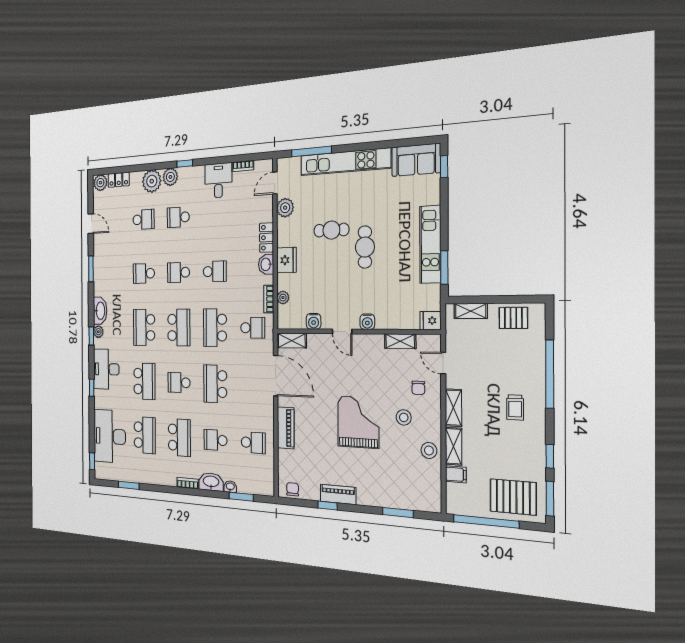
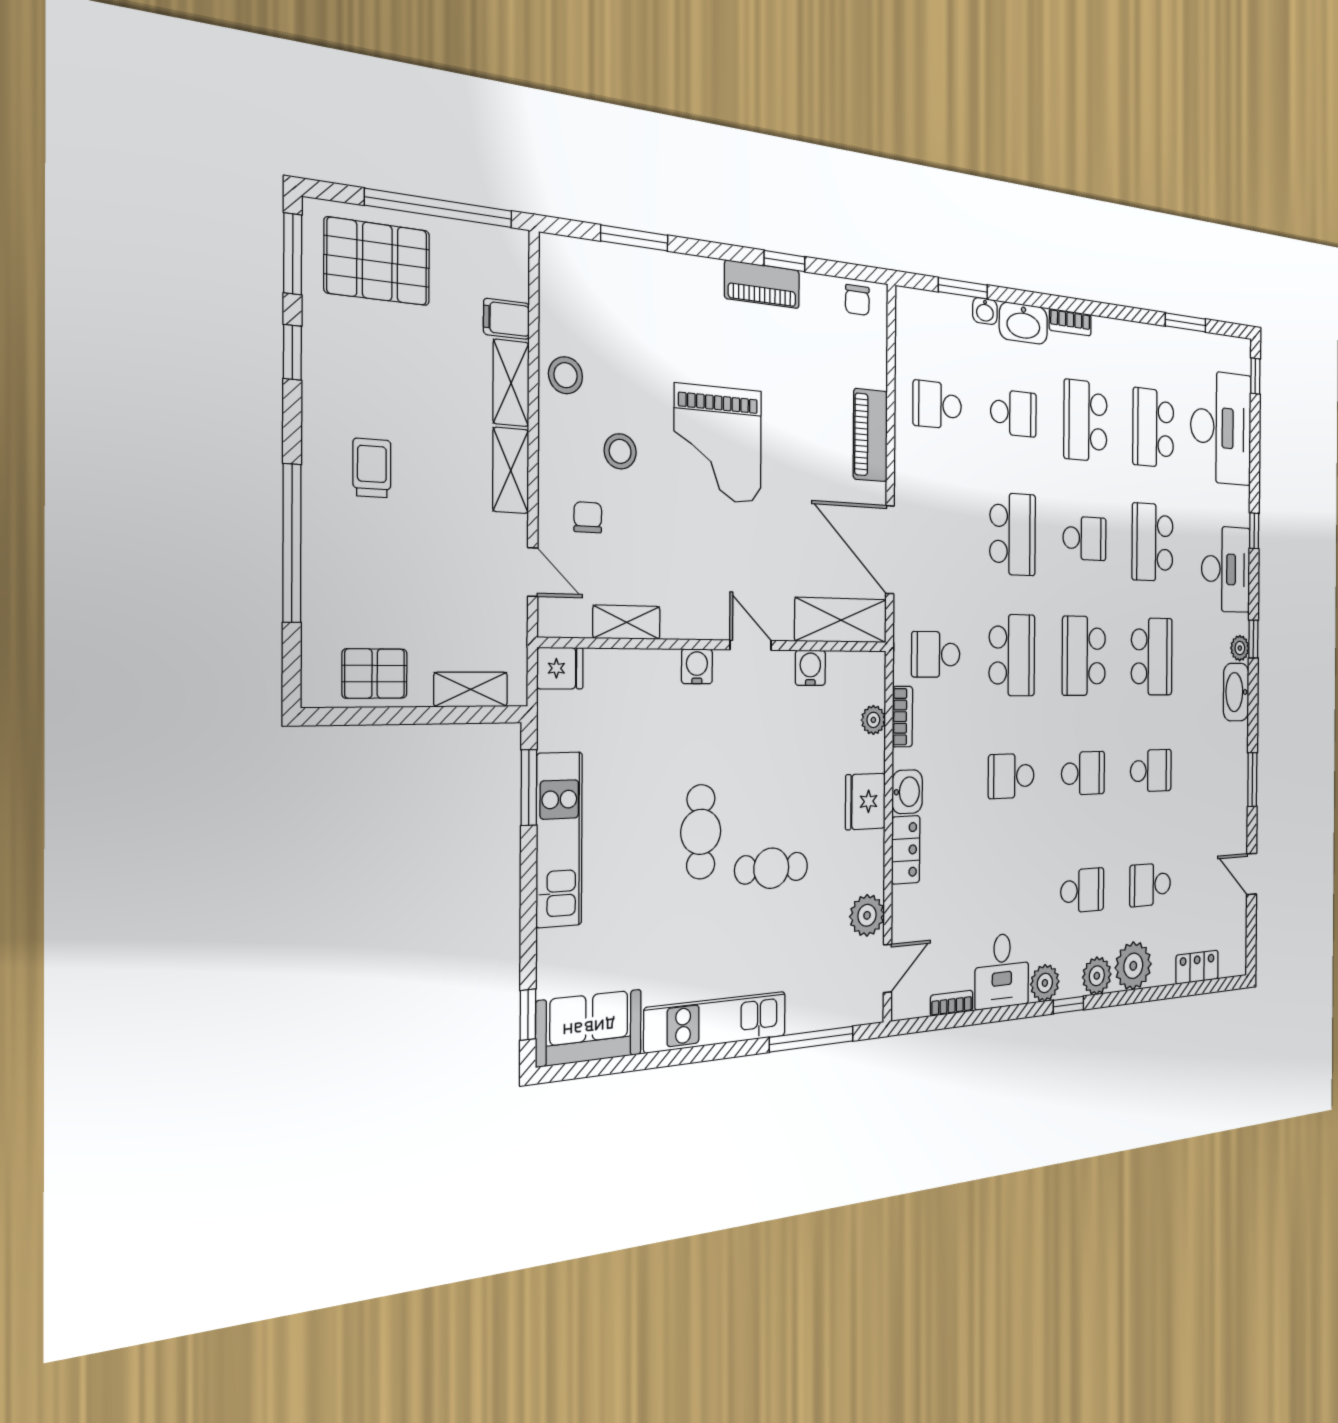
kitchen unit: (345, 162) -> (716, 1022), width x0.73
plant: (100, 183) -> (1045, 983), moved
shelving: (292, 341) -> (841, 620), width x1.50, depth x1.33

